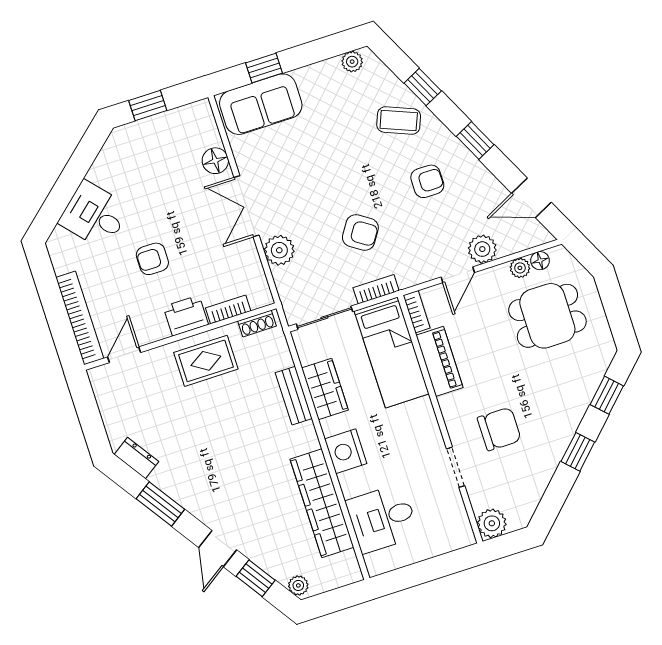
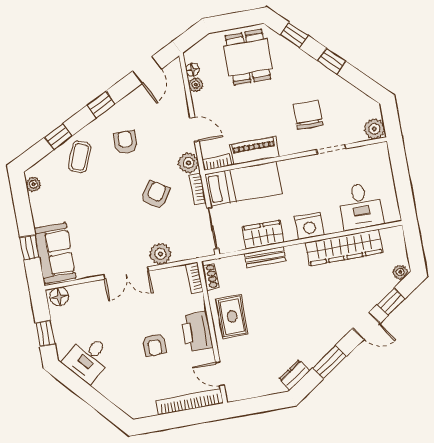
floor lamp: (215, 161) -> (59, 297), moved
desk: (94, 215) -> (88, 358), moved
plant: (482, 249) -> (188, 163), moved
bookcase: (228, 309) -> (194, 278), moved
printer: (186, 316) -> (197, 332), width x1.37, depth x1.19
dining table: (547, 316) -> (248, 57), moved

